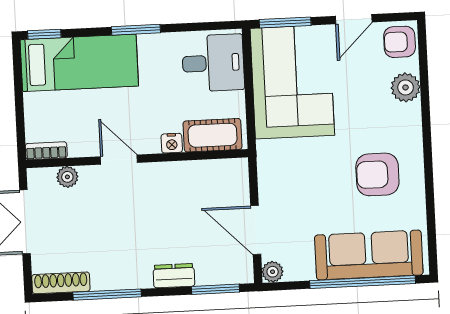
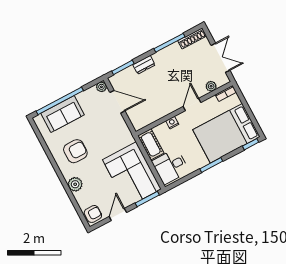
bed: (79, 63) -> (226, 133), width x1.50
plant: (406, 87) -> (75, 184), moved
cot: (213, 135) -> (151, 144), moved, turned 90
door: (119, 160) -> (192, 104), swing flipped
sofa: (369, 255) -> (63, 114), width x0.73

